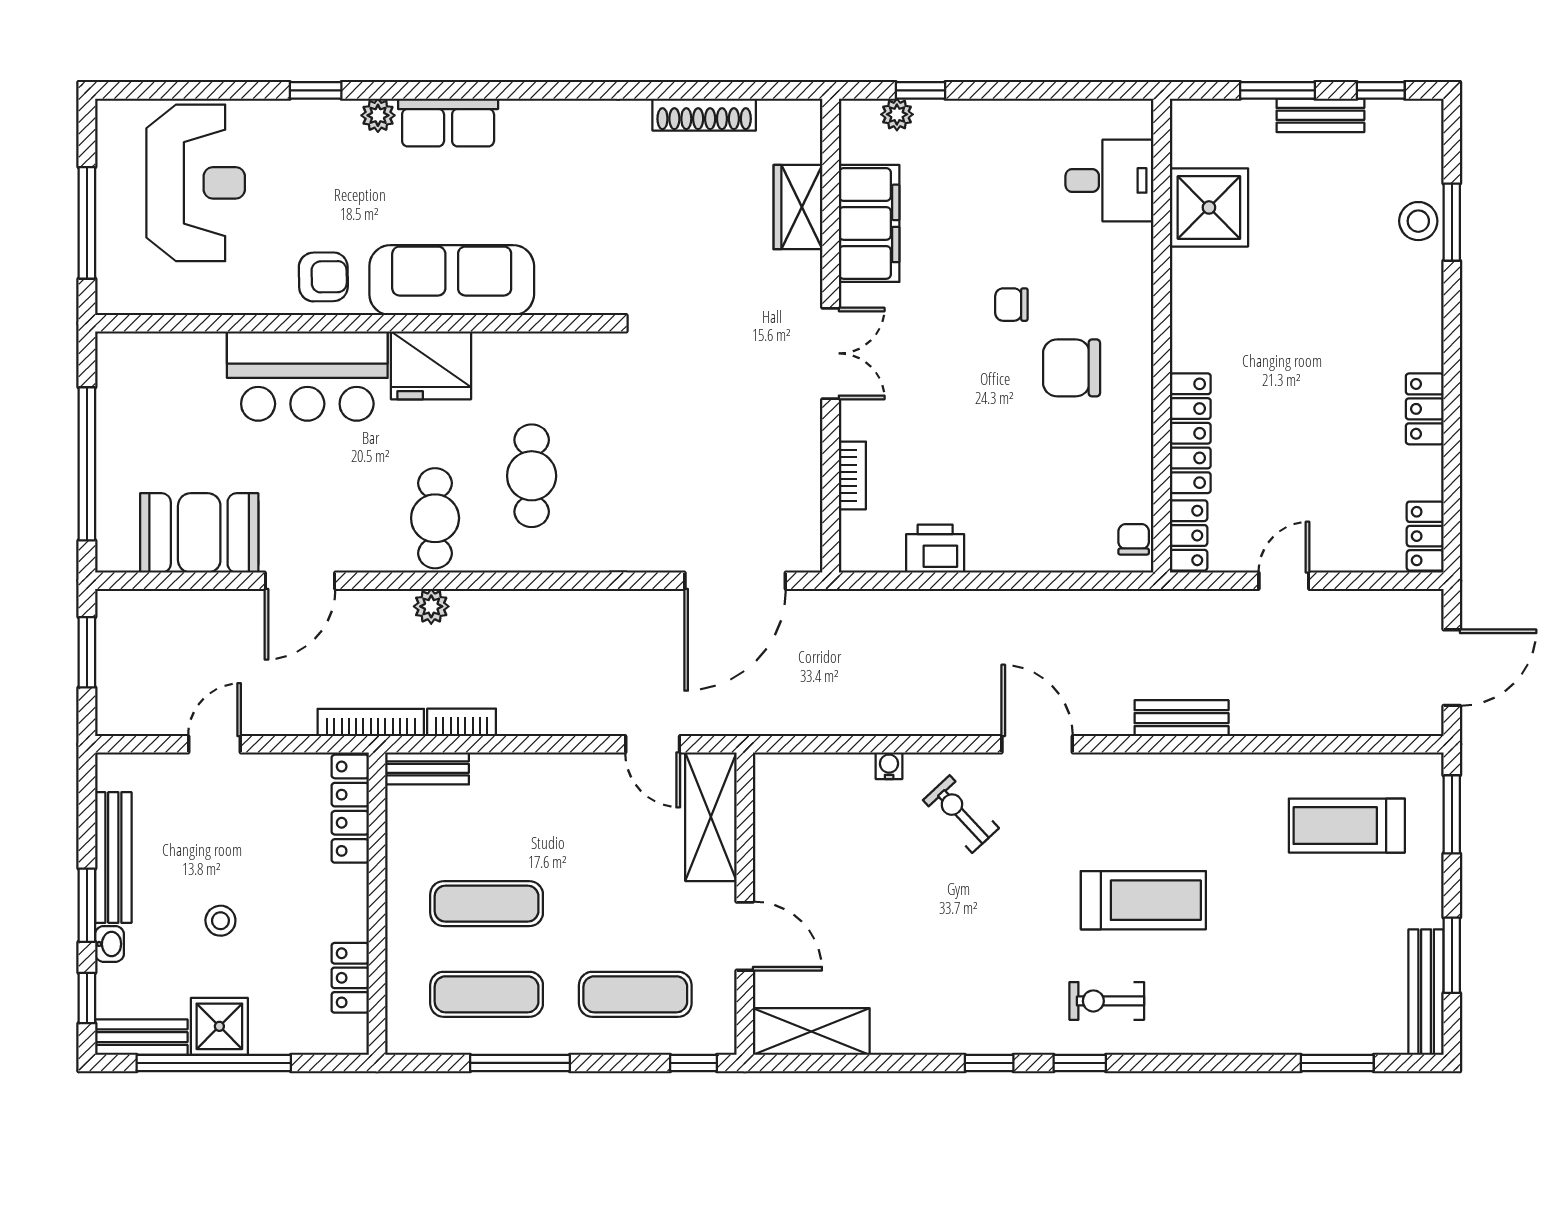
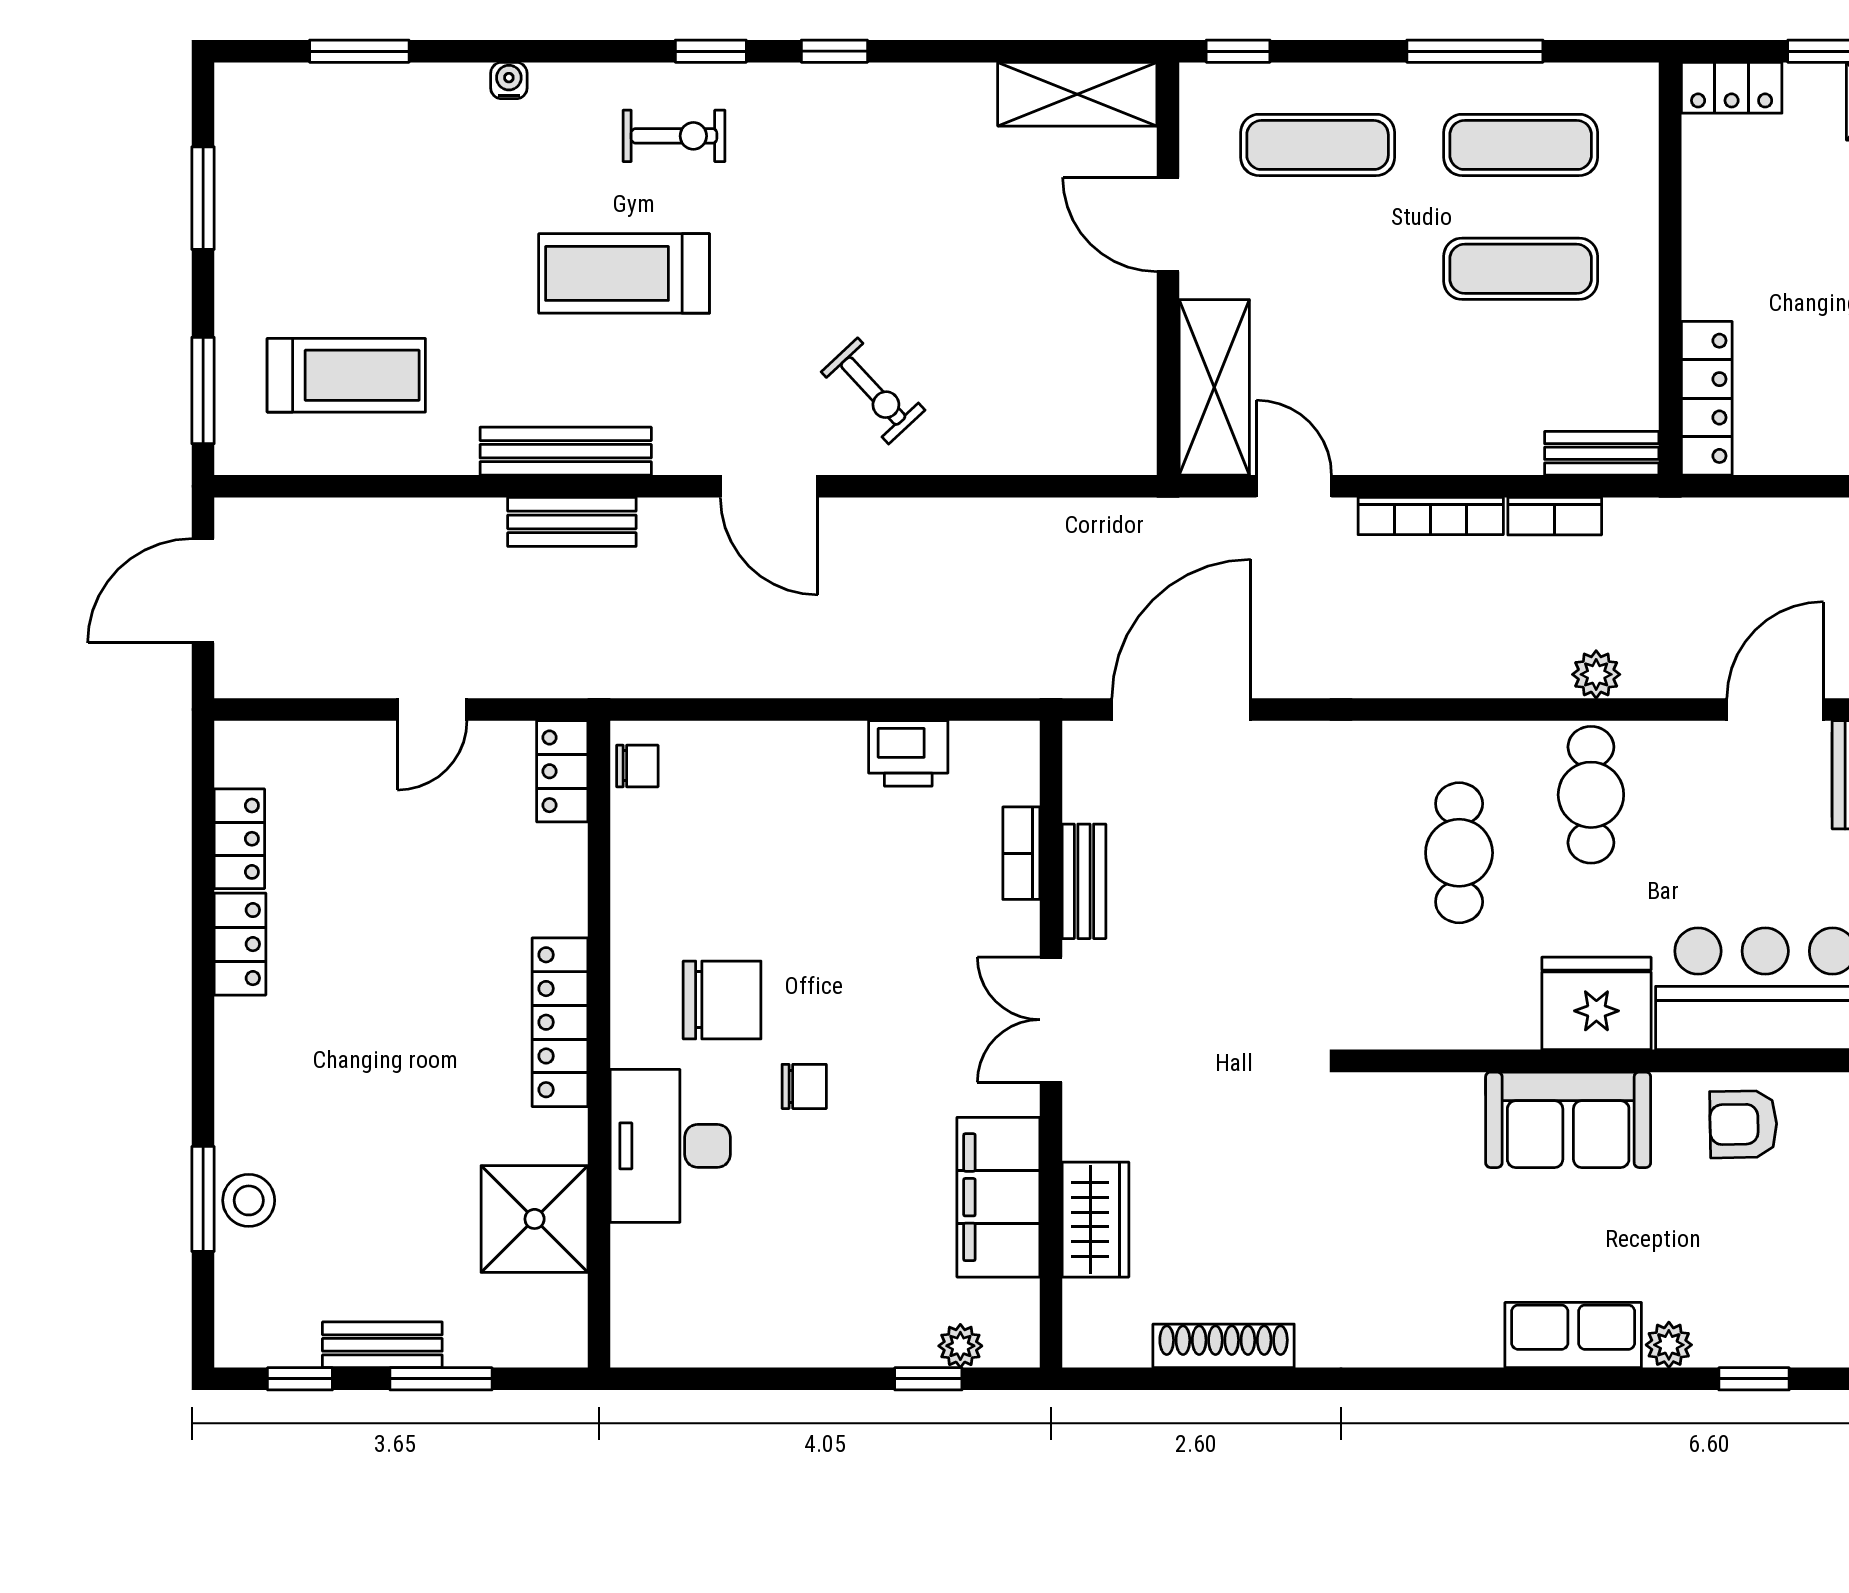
desk: (1109, 180) -> (670, 1146), moved, width x1.37
sofa: (452, 280) -> (1568, 1120), width x0.73
locker: (1190, 433) -> (560, 1022), moved
bench: (806, 455) -> (1084, 881), added
locker: (1425, 536) -> (239, 839), moved
chair: (1134, 539) -> (637, 766), turned -90
bookcase: (371, 722) -> (1431, 516), moved
water cooler: (889, 766) -> (509, 81), moved, turned 180
locker: (350, 978) -> (1732, 88), moved, turned 90
bench: (1426, 992) -> (566, 451), moved, turned 90

